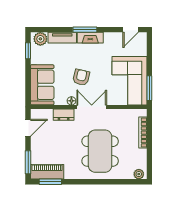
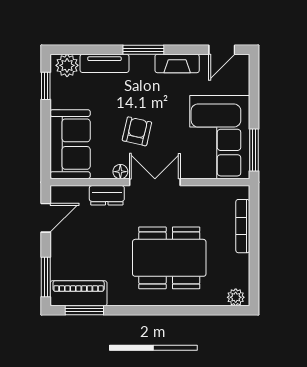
fireplace: (90, 38) -> (177, 63), moved
dining table: (100, 151) -> (169, 258), turned 90

